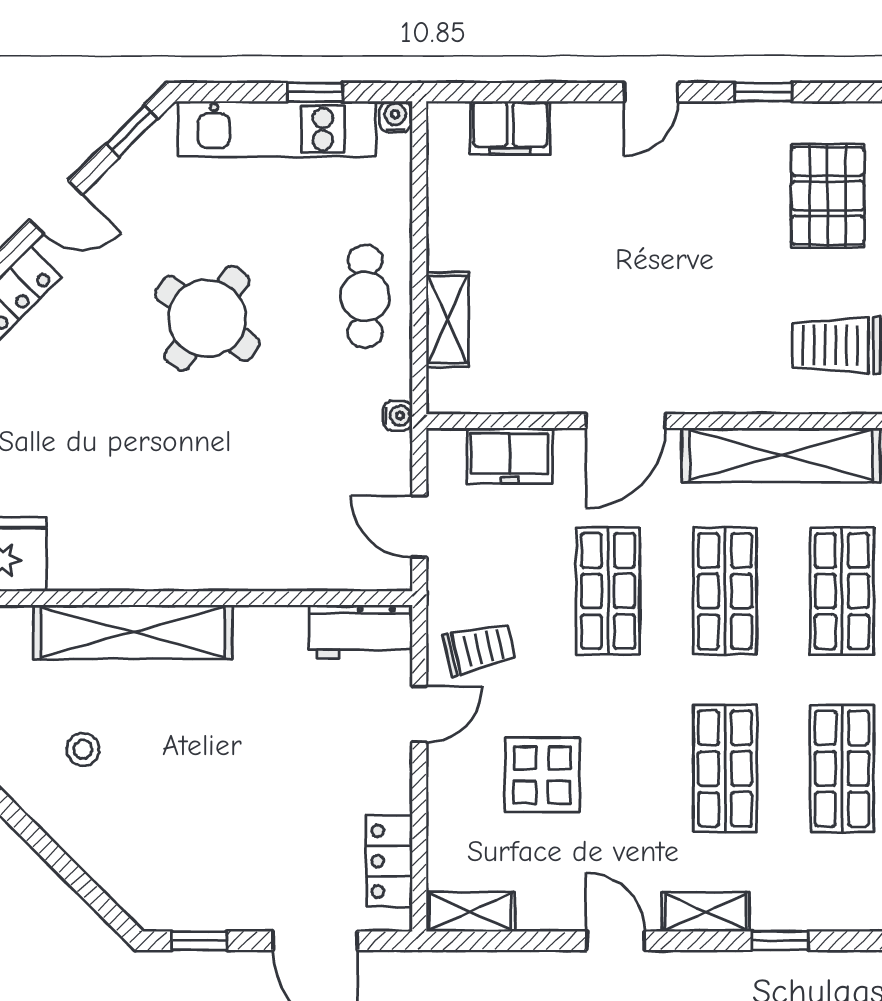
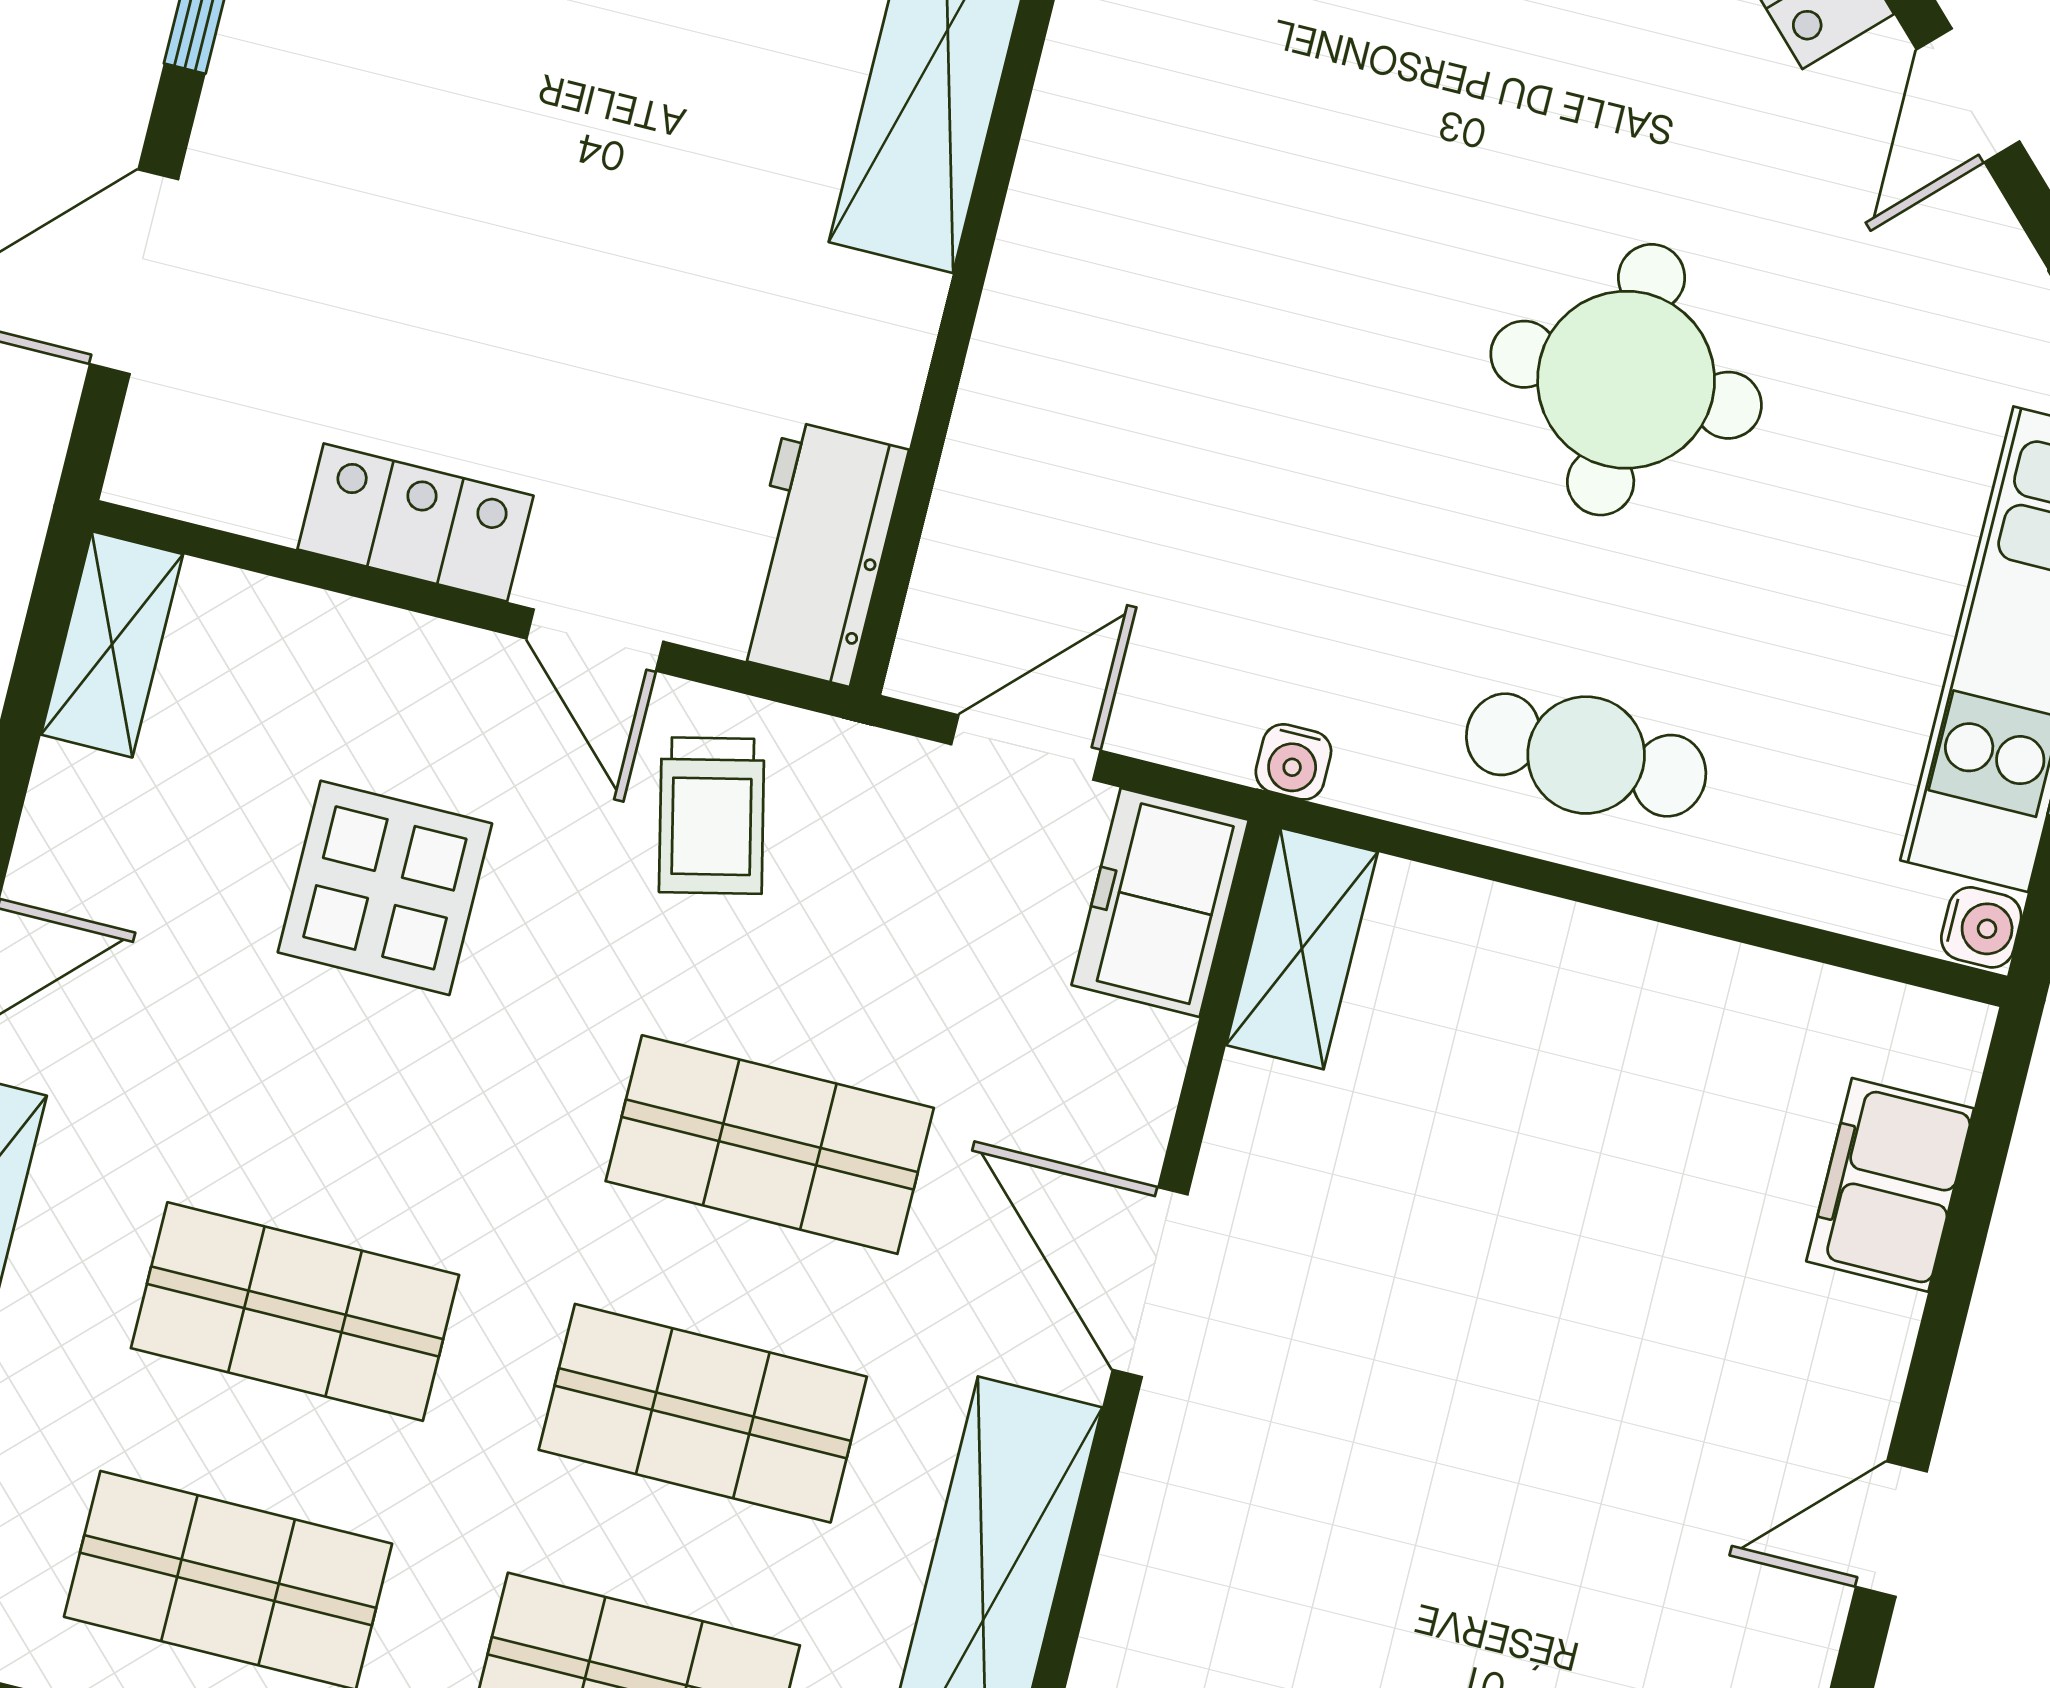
door: (651, 92) -> (1891, 1529), hinge flipped
round table: (207, 318) -> (1626, 380), turned -36
shelving: (447, 320) -> (1302, 948), moved, turned 90
freezer: (510, 456) -> (1160, 902), moved
locker: (389, 861) -> (415, 522), moved

